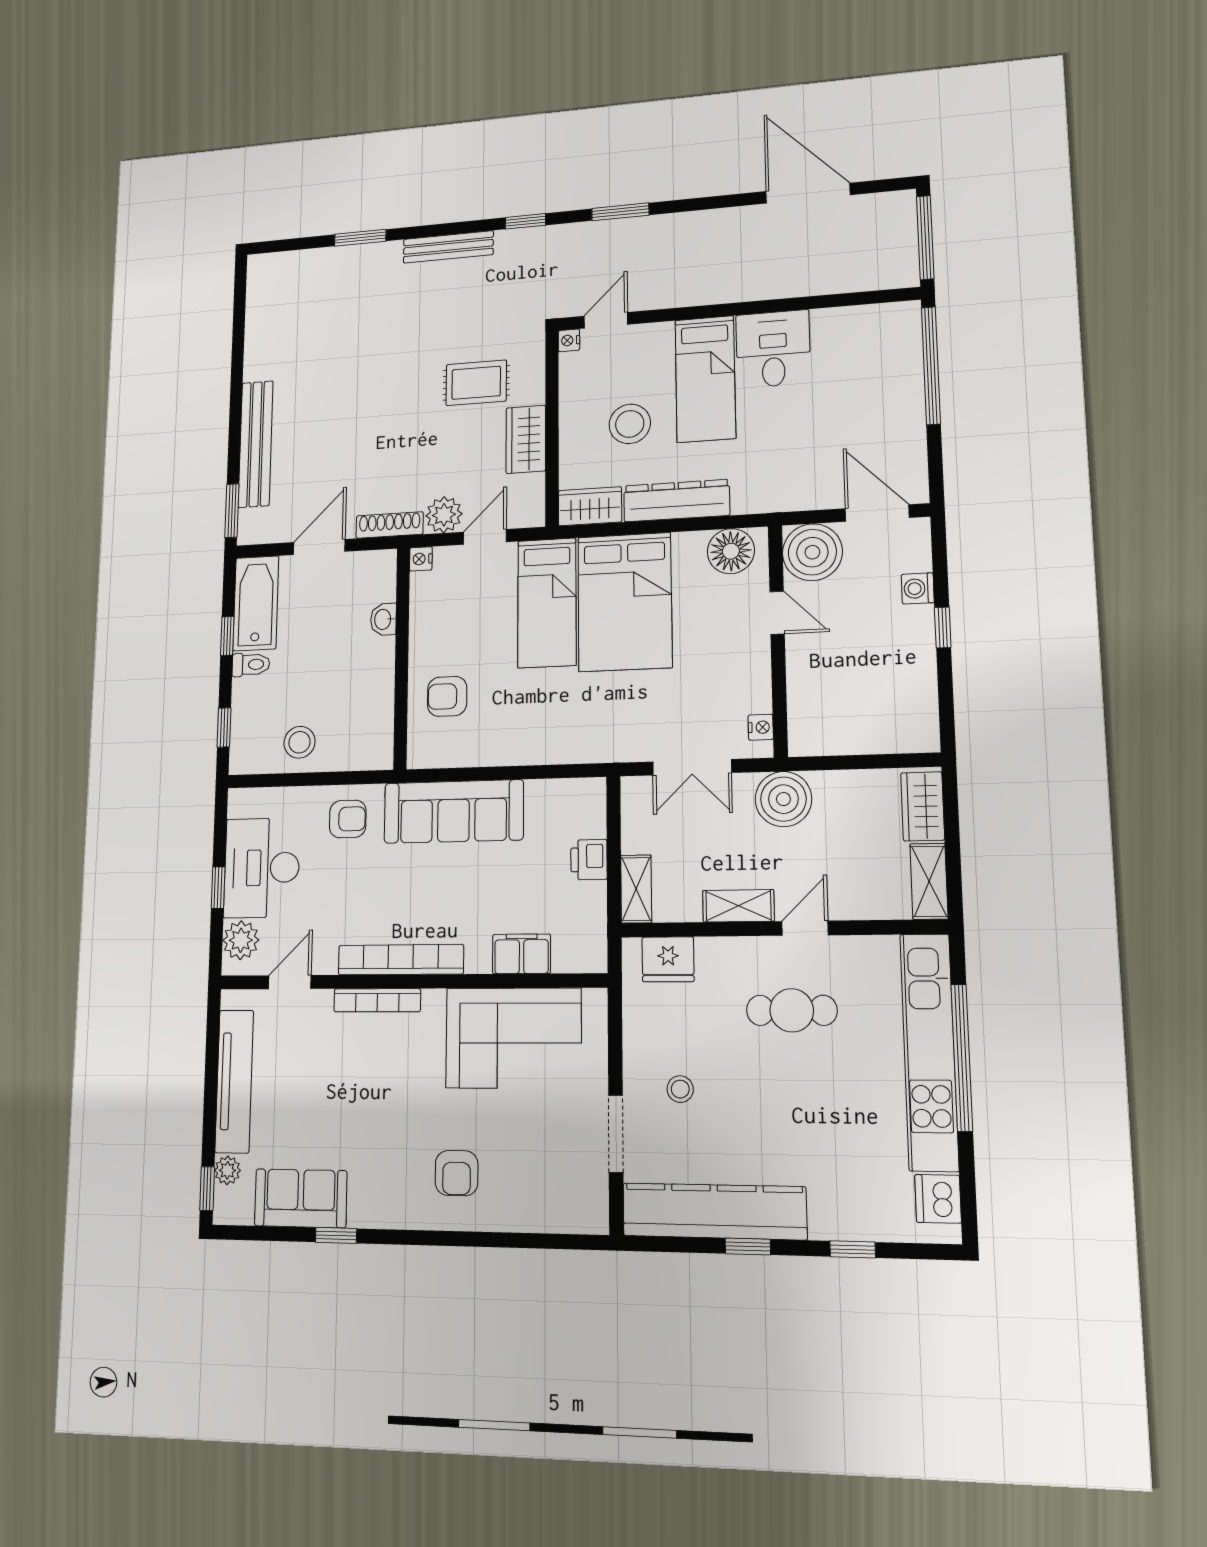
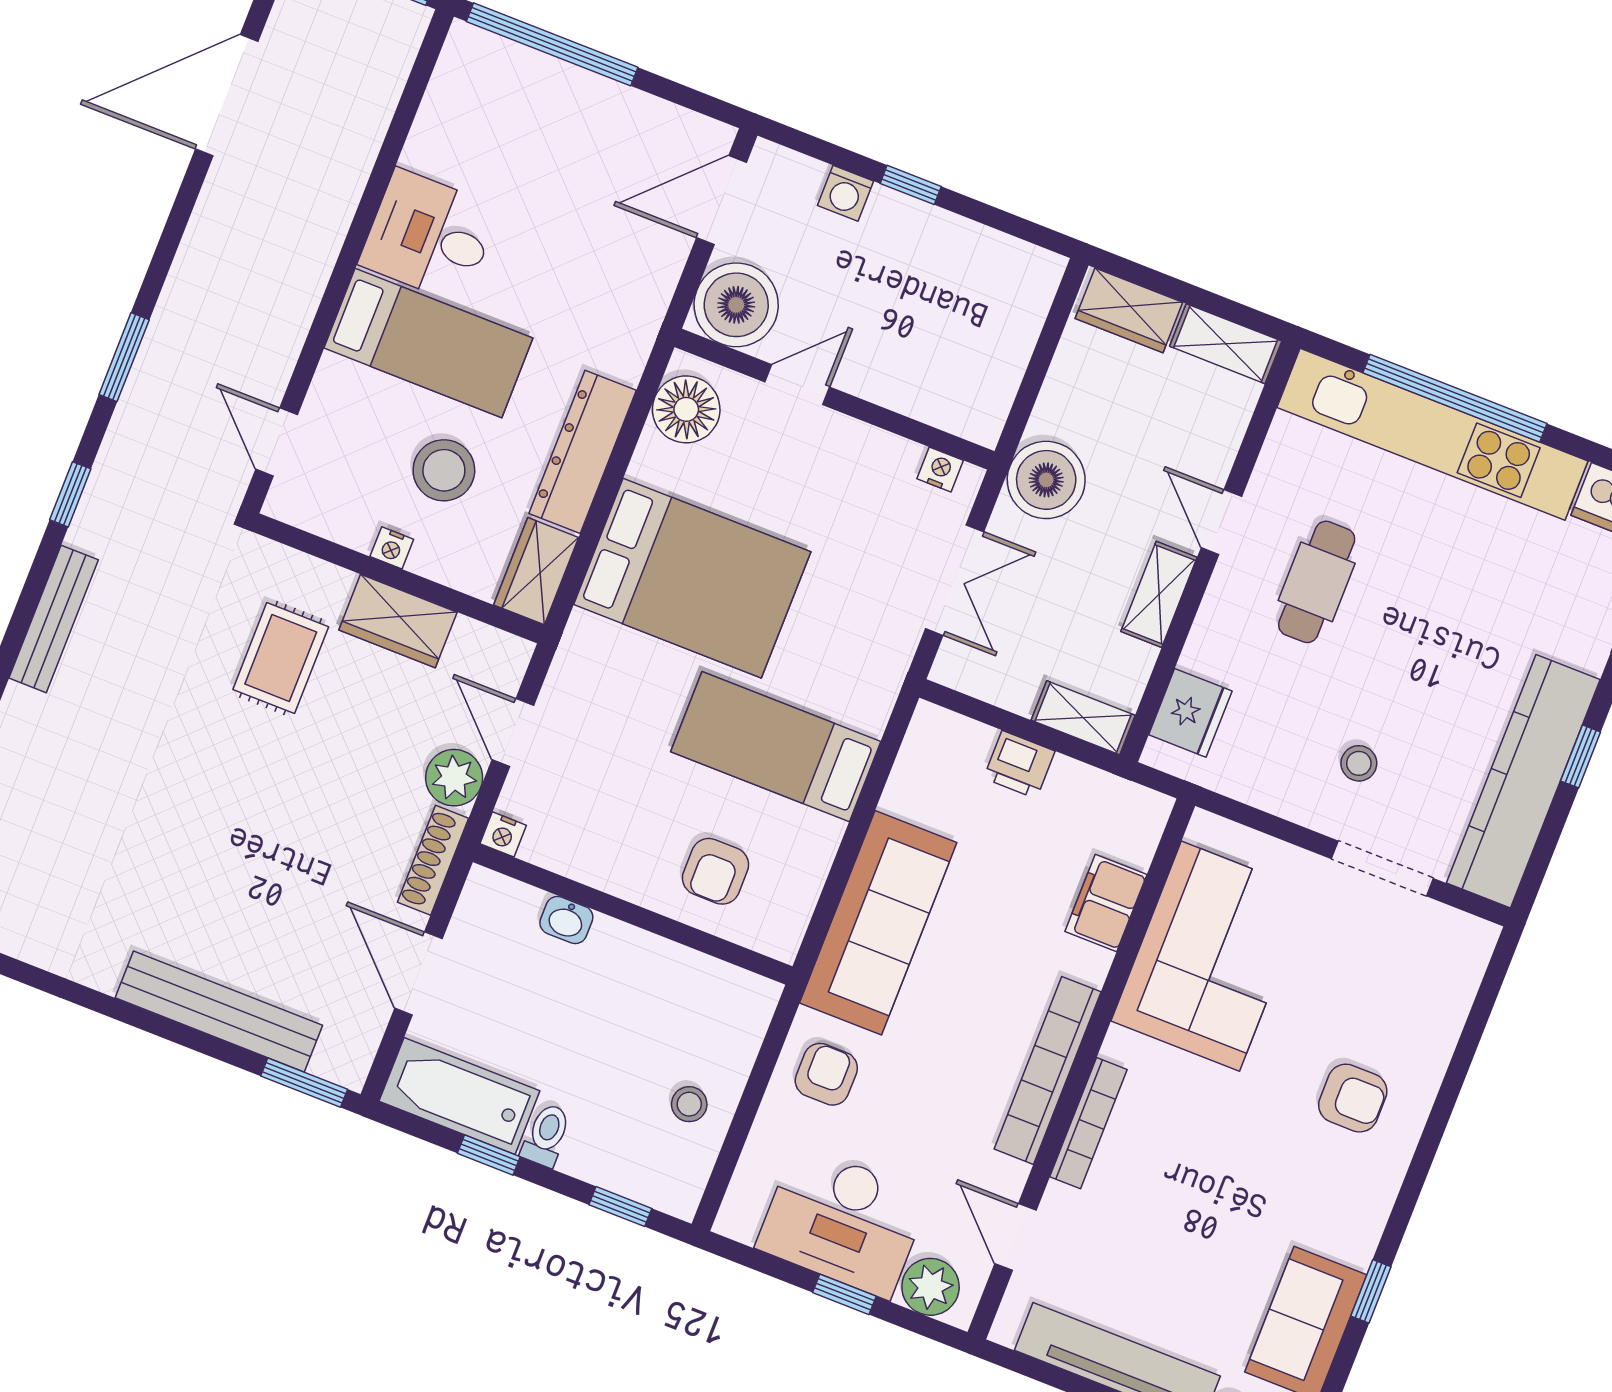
nightstand: (569, 340) -> (392, 548), moved
bed: (547, 603) -> (776, 747), moved, turned 180
stool: (299, 742) -> (689, 1104), width x0.73, depth x0.73

